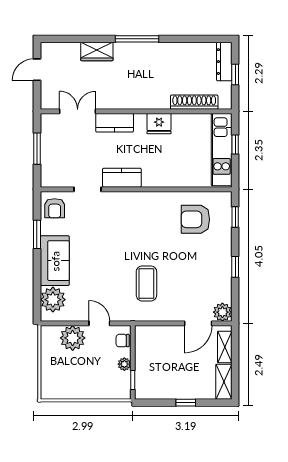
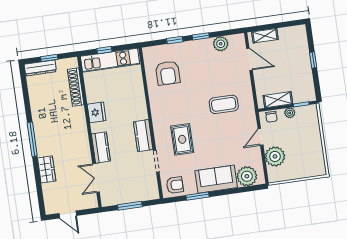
window: (235, 217) -> (175, 40), moved
rug: (110, 225) -> (182, 139), added
plant: (222, 312) -> (221, 44), moved
shelving: (224, 382) -> (278, 100), moved

